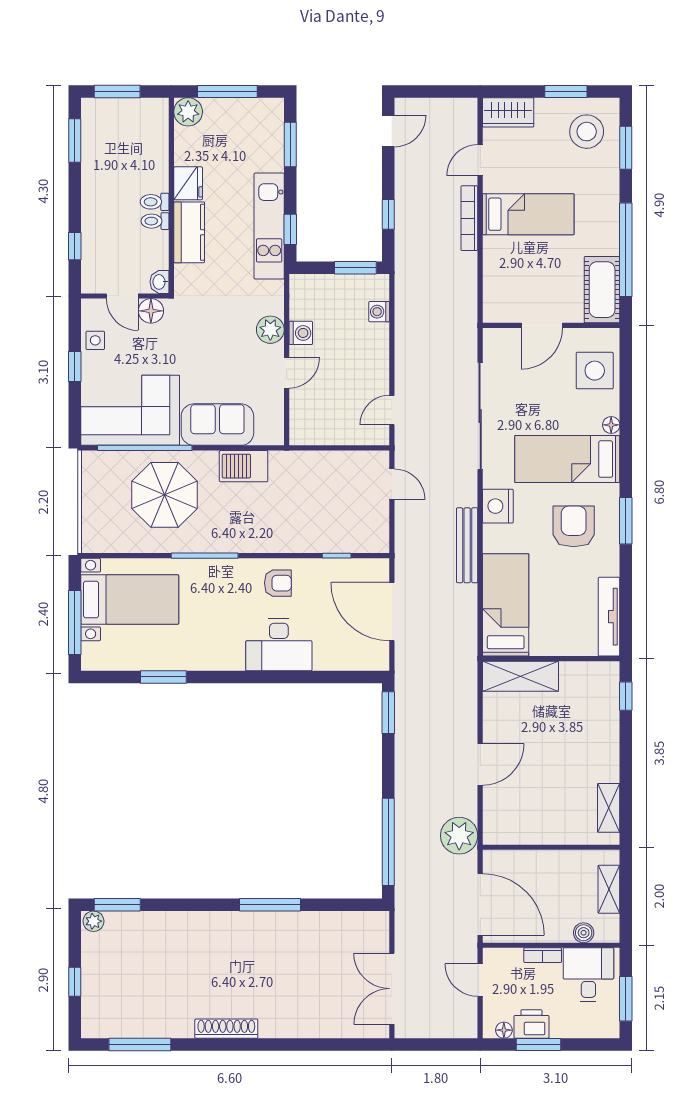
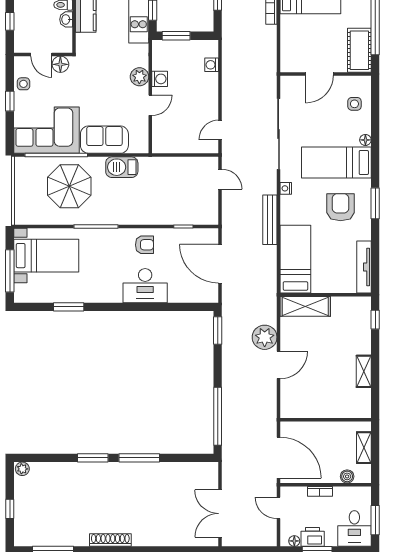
window: (355, 268) -> (176, 36), moved
washbasin: (160, 282) -> (66, 19), moved
side table: (595, 371) -> (354, 104), width x0.54, depth x0.54
nightstand: (498, 506) -> (286, 188), width x0.53, depth x0.56
shelving: (609, 808) -> (364, 371), moved
plant: (459, 836) -> (265, 337), moved
window: (117, 905) -> (93, 458), moved
desk: (588, 975) -> (354, 528), moved, turned 180

